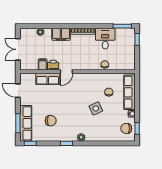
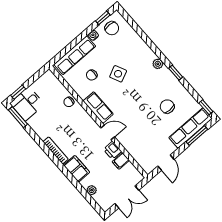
desk: (105, 39) -> (27, 104), moved
row of seats: (48, 79) -> (98, 108), moved

